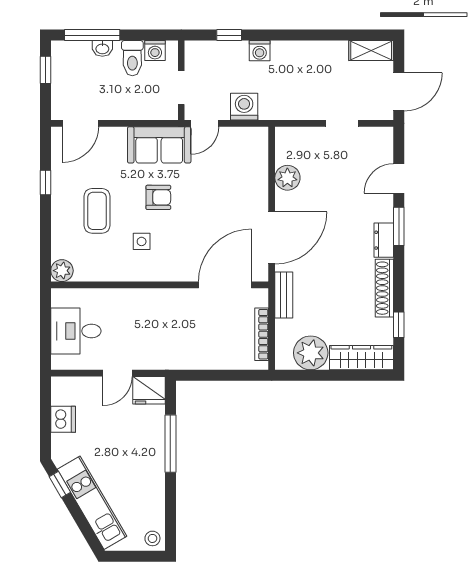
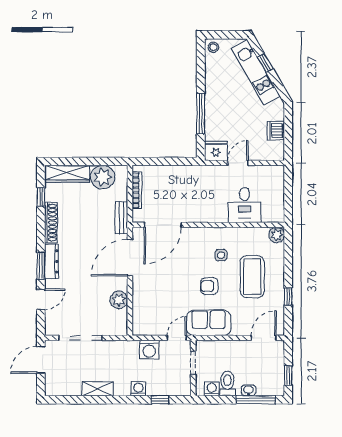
shelving: (371, 50) -> (98, 389), moved
doorway: (342, 123) -> (80, 338), width x1.87
coffee table: (97, 211) -> (252, 277), width x1.36, depth x1.32
dresser: (384, 240) -> (51, 261), width x1.44
desk: (76, 331) -> (245, 205), moved, turned 90
window: (60, 485) -> (265, 63), moved

